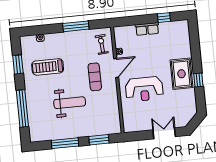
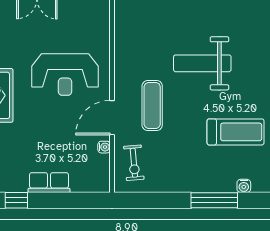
window: (76, 26) -> (214, 200), moved
reception desk: (144, 89) -> (65, 75), turned 180

